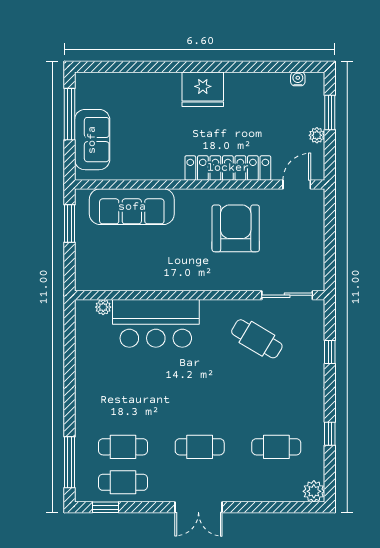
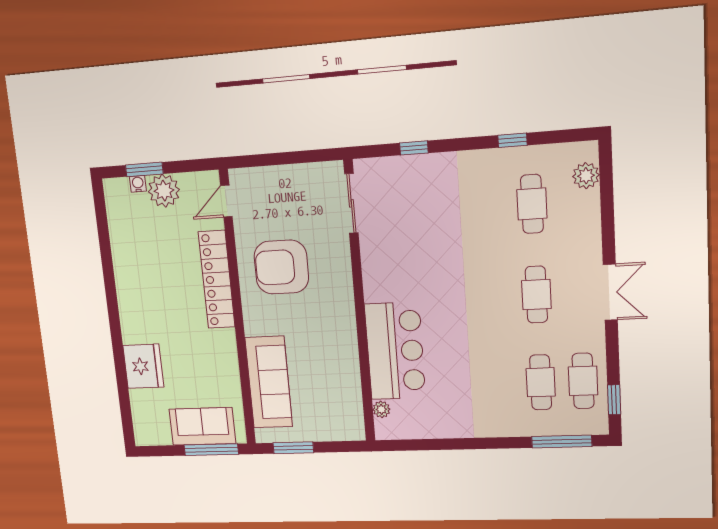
water cooler: (298, 79) -> (138, 184), moved, turned 90
fridge: (203, 89) -> (143, 366), moved
window: (70, 114) -> (211, 450), moved
plant: (317, 135) -> (164, 191), width x1.87, depth x1.87
door: (297, 185) -> (226, 201), hinge flipped
cafe table: (257, 339) -> (404, 235), removed
plant: (314, 491) -> (586, 176), moved

